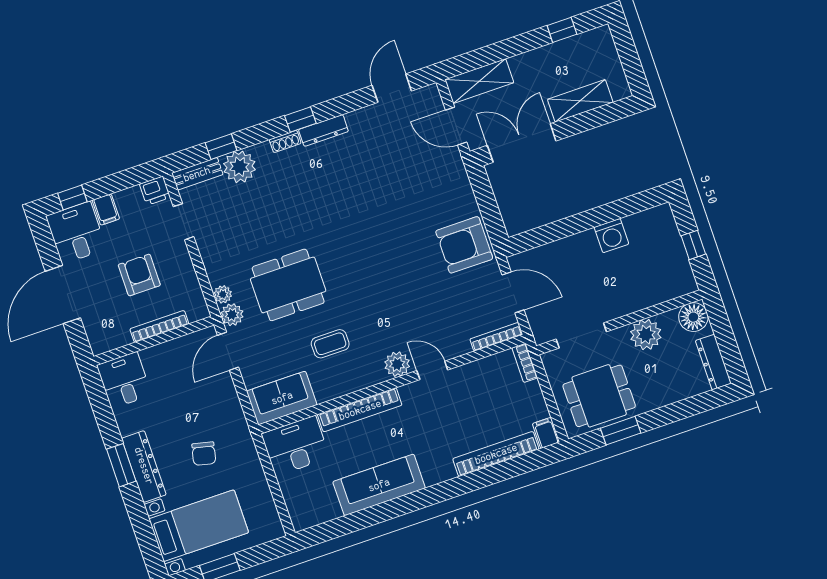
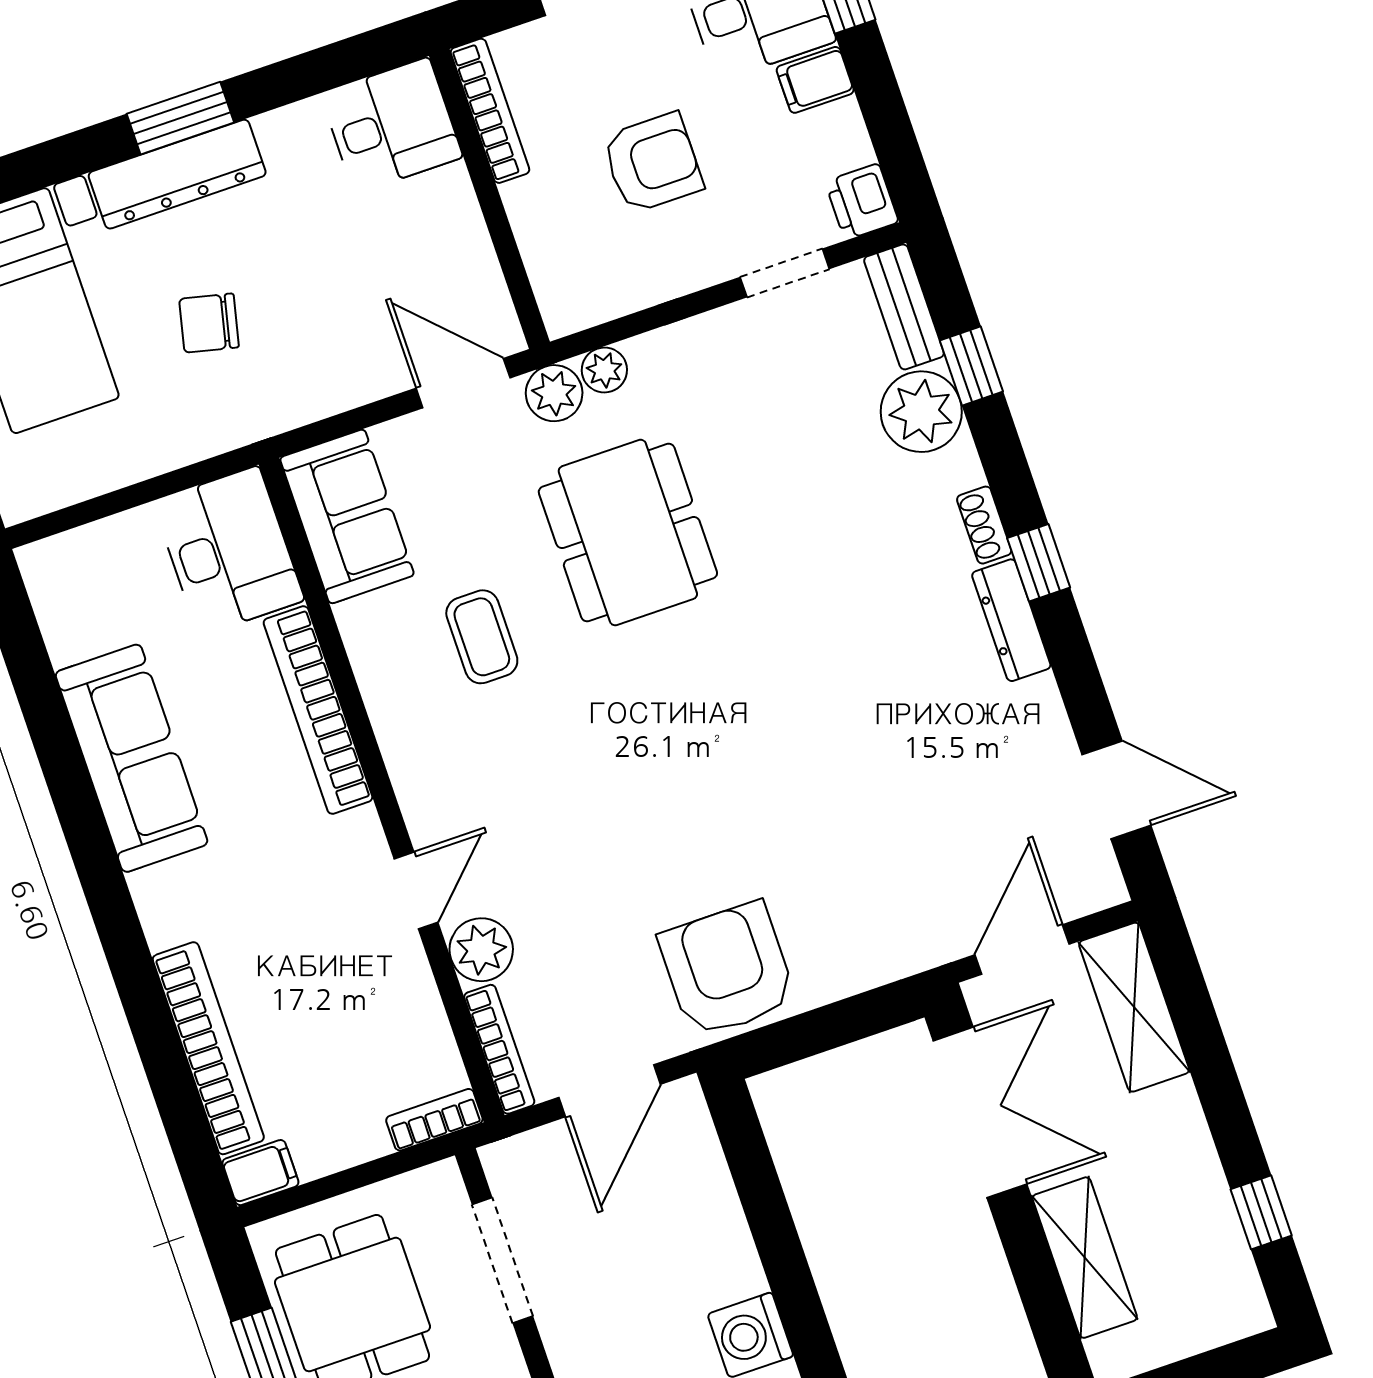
bookcase: (159, 326) -> (490, 111), moved
plant: (397, 364) -> (481, 950), moved

